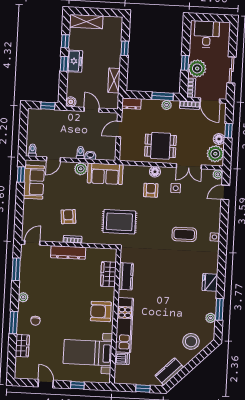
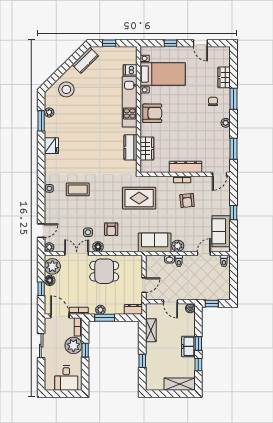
floor lamp: (155, 172) -> (98, 247), moved
window: (21, 175) -> (233, 213), moved

